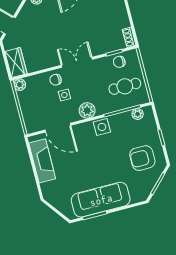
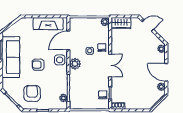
cafe table: (125, 86) -> (85, 94), removed
side table: (102, 127) -> (60, 60), moved
armchair: (101, 160) -> (38, 65), added

